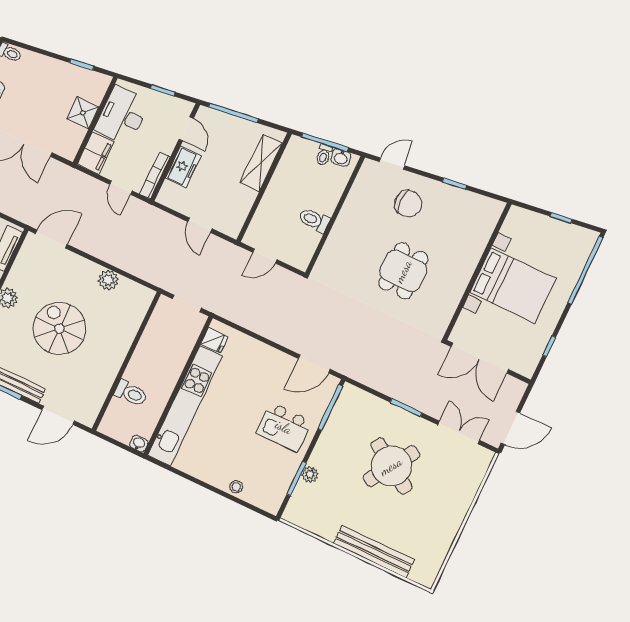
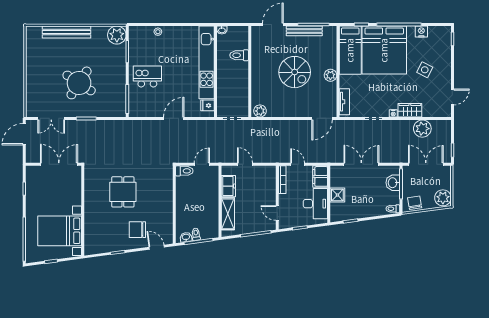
door: (392, 164) -> (157, 247), swing flipped
freezer: (183, 167) -> (228, 186), moved, turned 180
toilet: (314, 220) -> (184, 171), moved
plant: (108, 280) -> (260, 111), moved
bed with nightstands: (513, 285) -> (60, 231), moved
door: (314, 364) -> (174, 118), moved
plant: (310, 474) -> (117, 35), moved, width x1.87, depth x1.87

